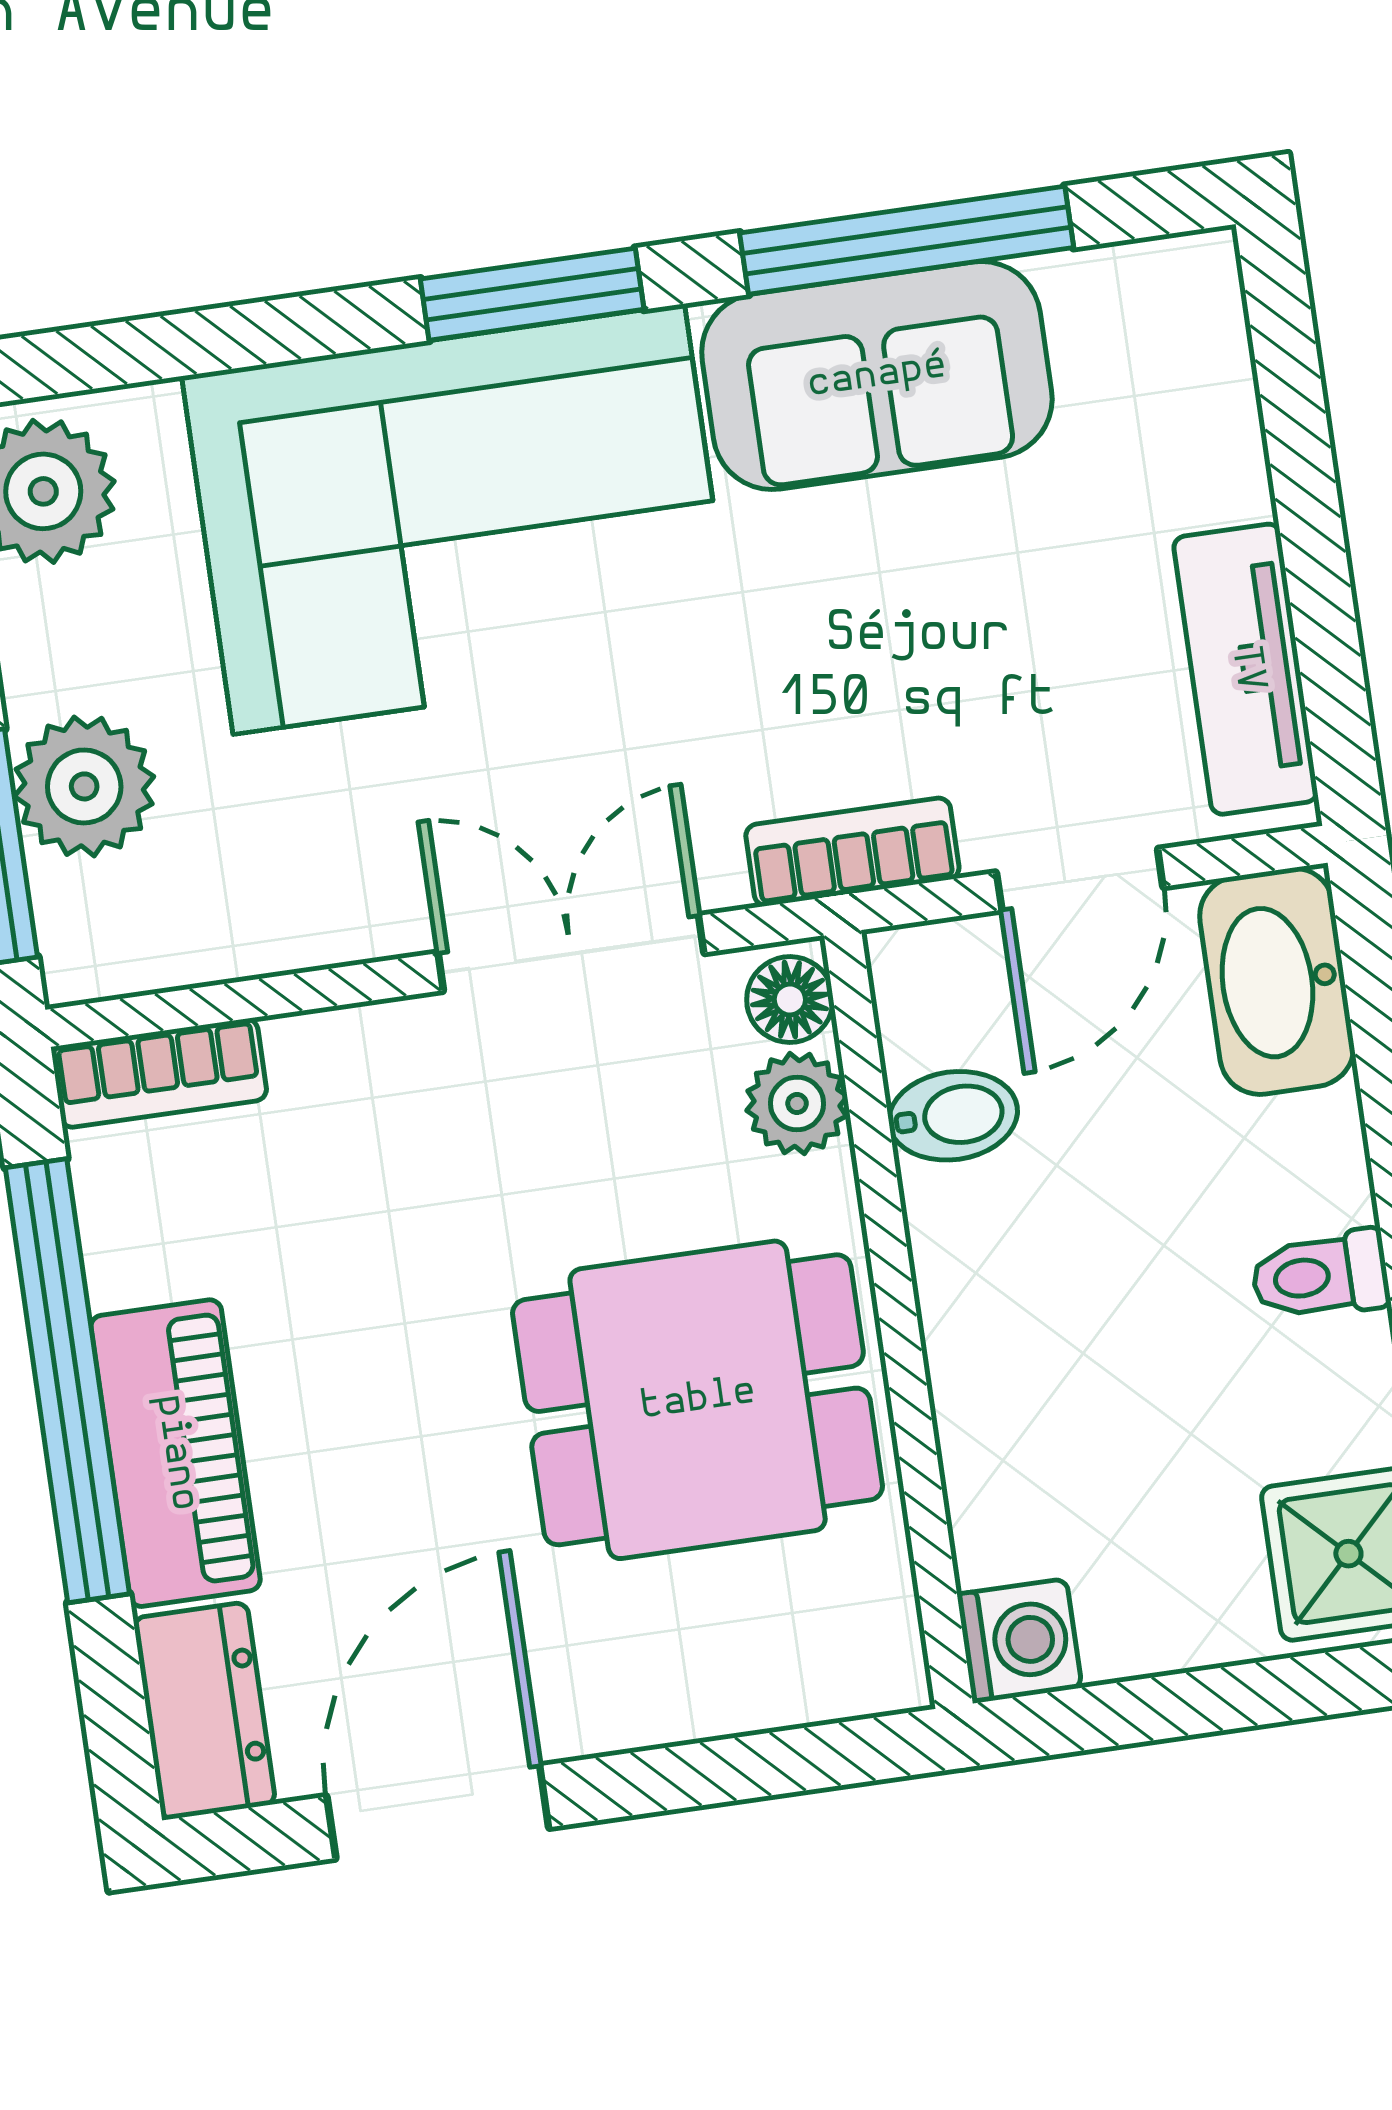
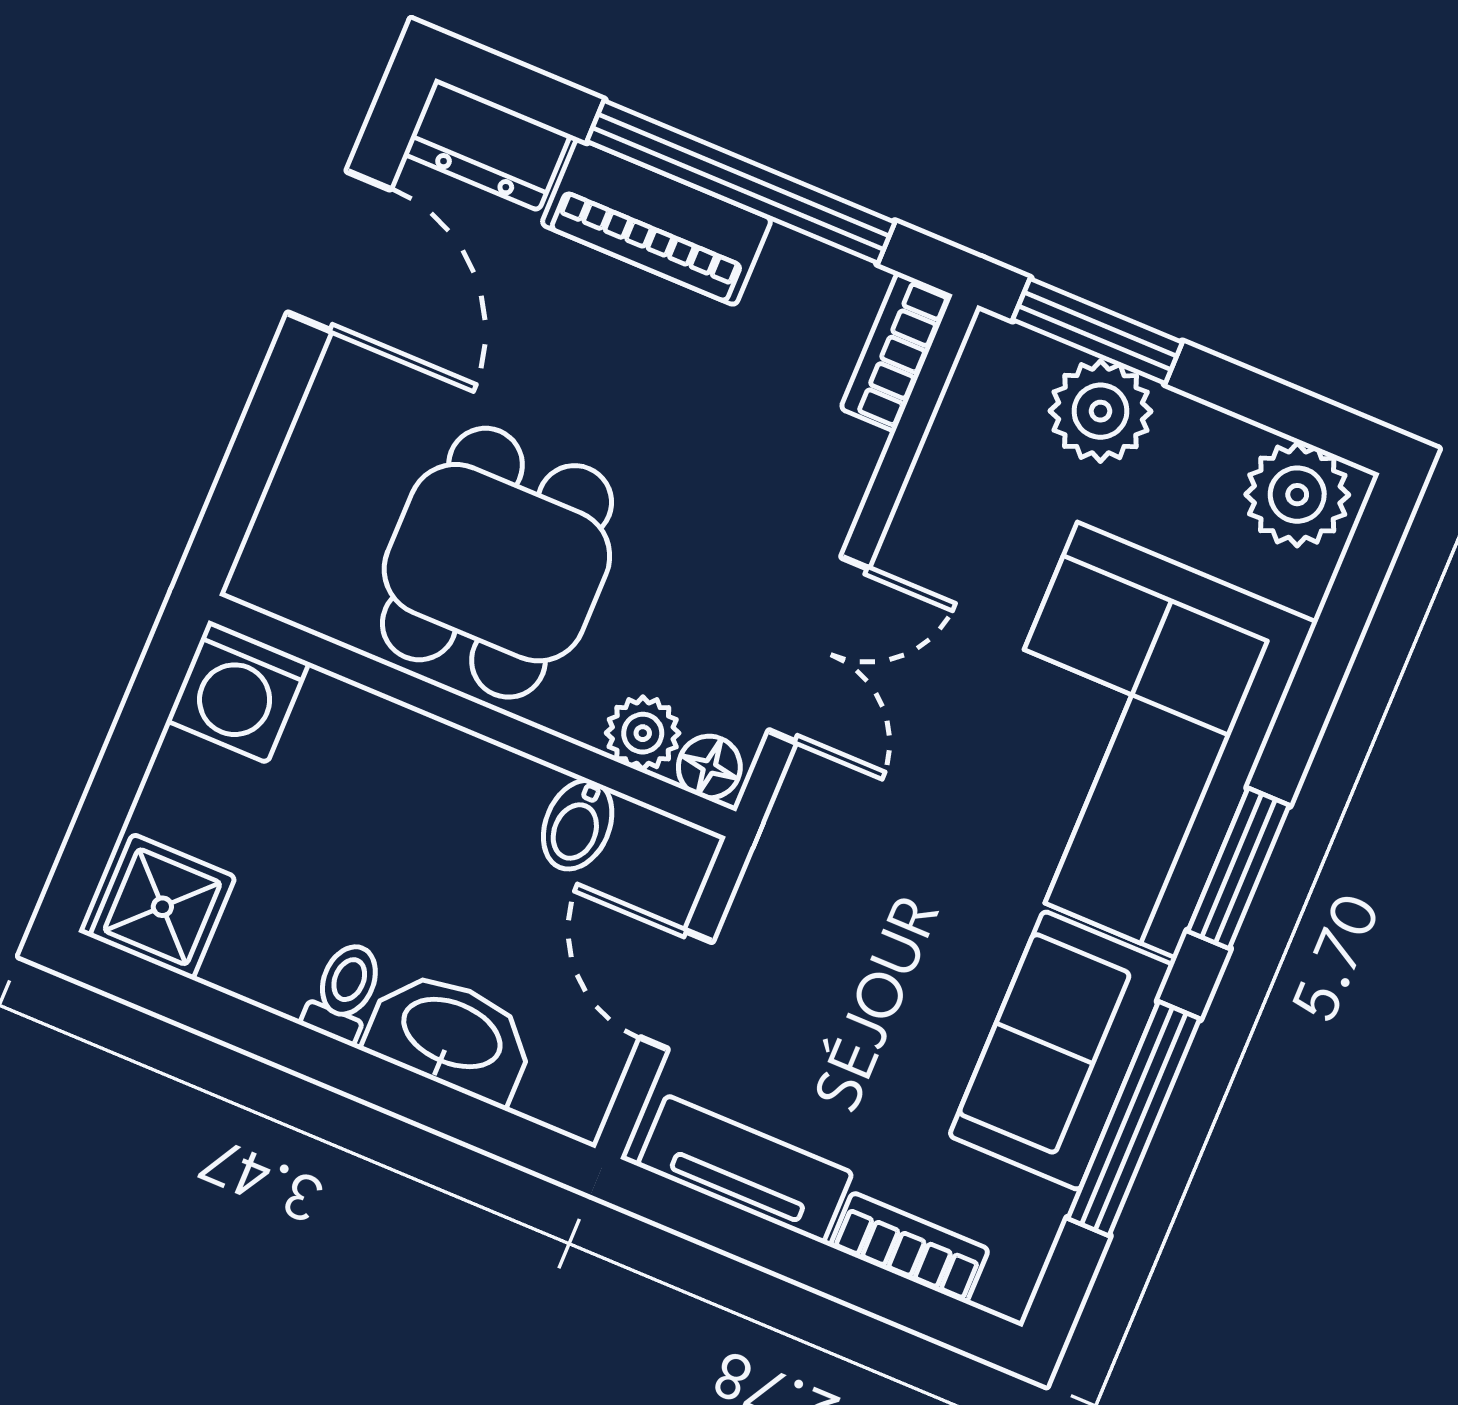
bookcase: (852, 852) -> (909, 1248), moved, turned -90
washbasin: (1277, 981) -> (451, 1036), moved
washing machine: (1019, 1641) -> (238, 692), width x1.38, depth x1.38

